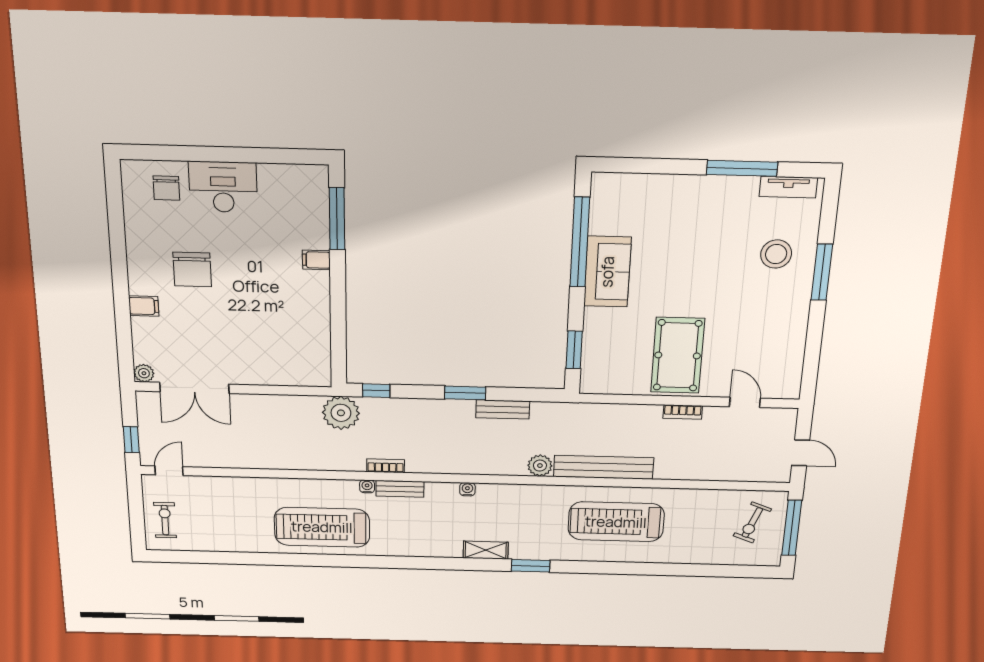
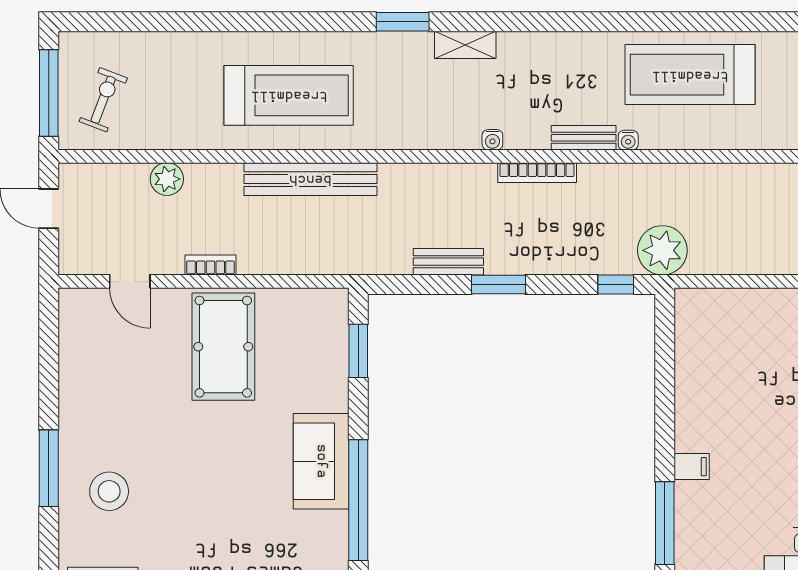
bookcase: (386, 466) -> (537, 173), moved, width x1.56
plant: (540, 466) -> (167, 179), moved
treadmill: (322, 527) -> (690, 75), turned 180

